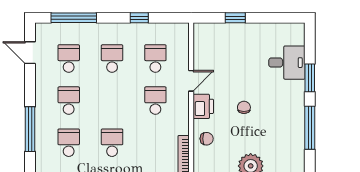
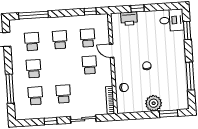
window: (139, 18) -> (90, 11), moved
desk: (287, 63) -> (172, 20), moved
window: (310, 78) -> (187, 30), moved
door: (191, 81) -> (112, 51), swing flipped
printer: (203, 106) -> (129, 19), moved, turned 90

